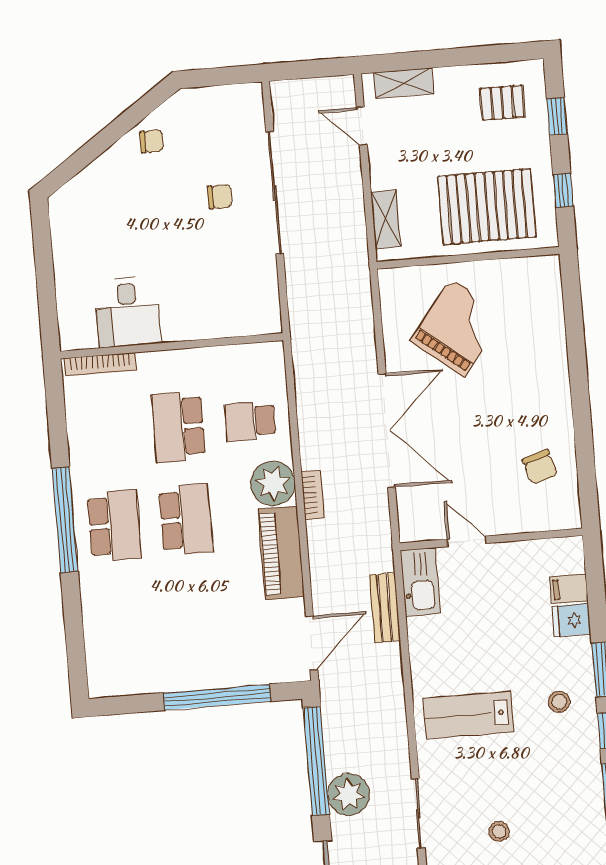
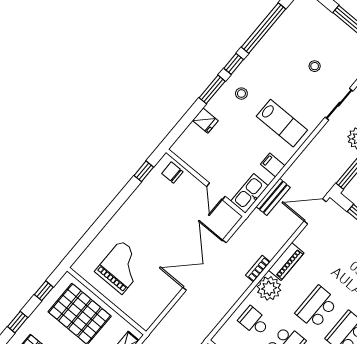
grand piano: (458, 327) -> (121, 267), moved, turned 142
school desk: (250, 421) -> (254, 321), turned 180
chair: (540, 467) -> (172, 173), moved, turned -73
window: (586, 475) -> (144, 171), added
piano: (281, 553) -> (286, 262), width x0.73, depth x0.75
filing cabinet: (569, 589) -> (273, 165), moved, turned 180

